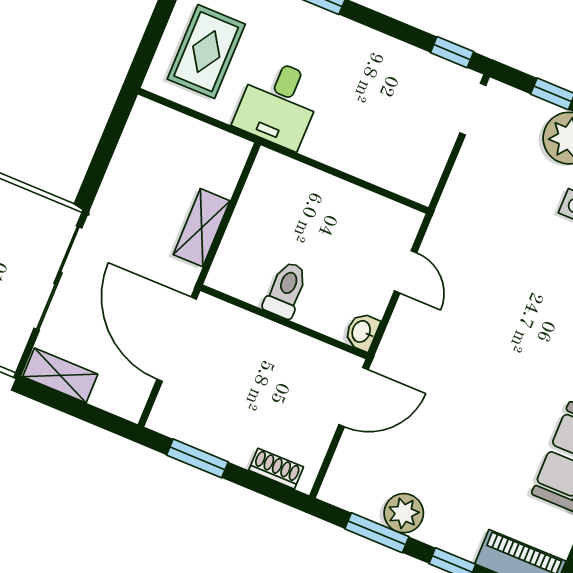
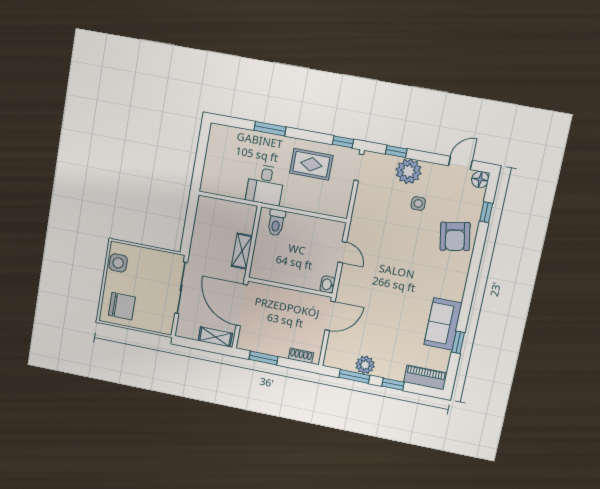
rug: (206, 52) -> (311, 164), moved, turned 90
toilet: (286, 290) -> (276, 222), moved, turned 180
shelving: (60, 375) -> (215, 337), moved

